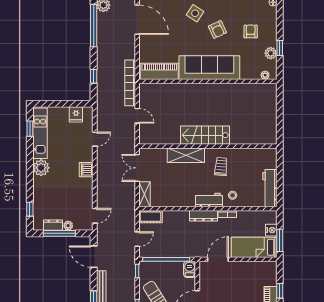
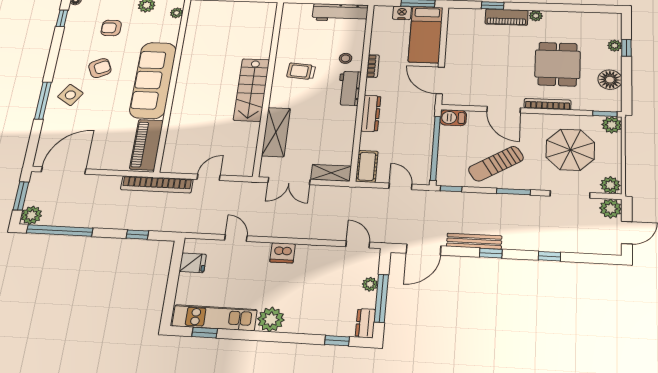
shelving: (186, 155) -> (276, 132), moved
dresser: (203, 216) -> (371, 113), moved
dresser: (53, 225) -> (365, 323), moved

